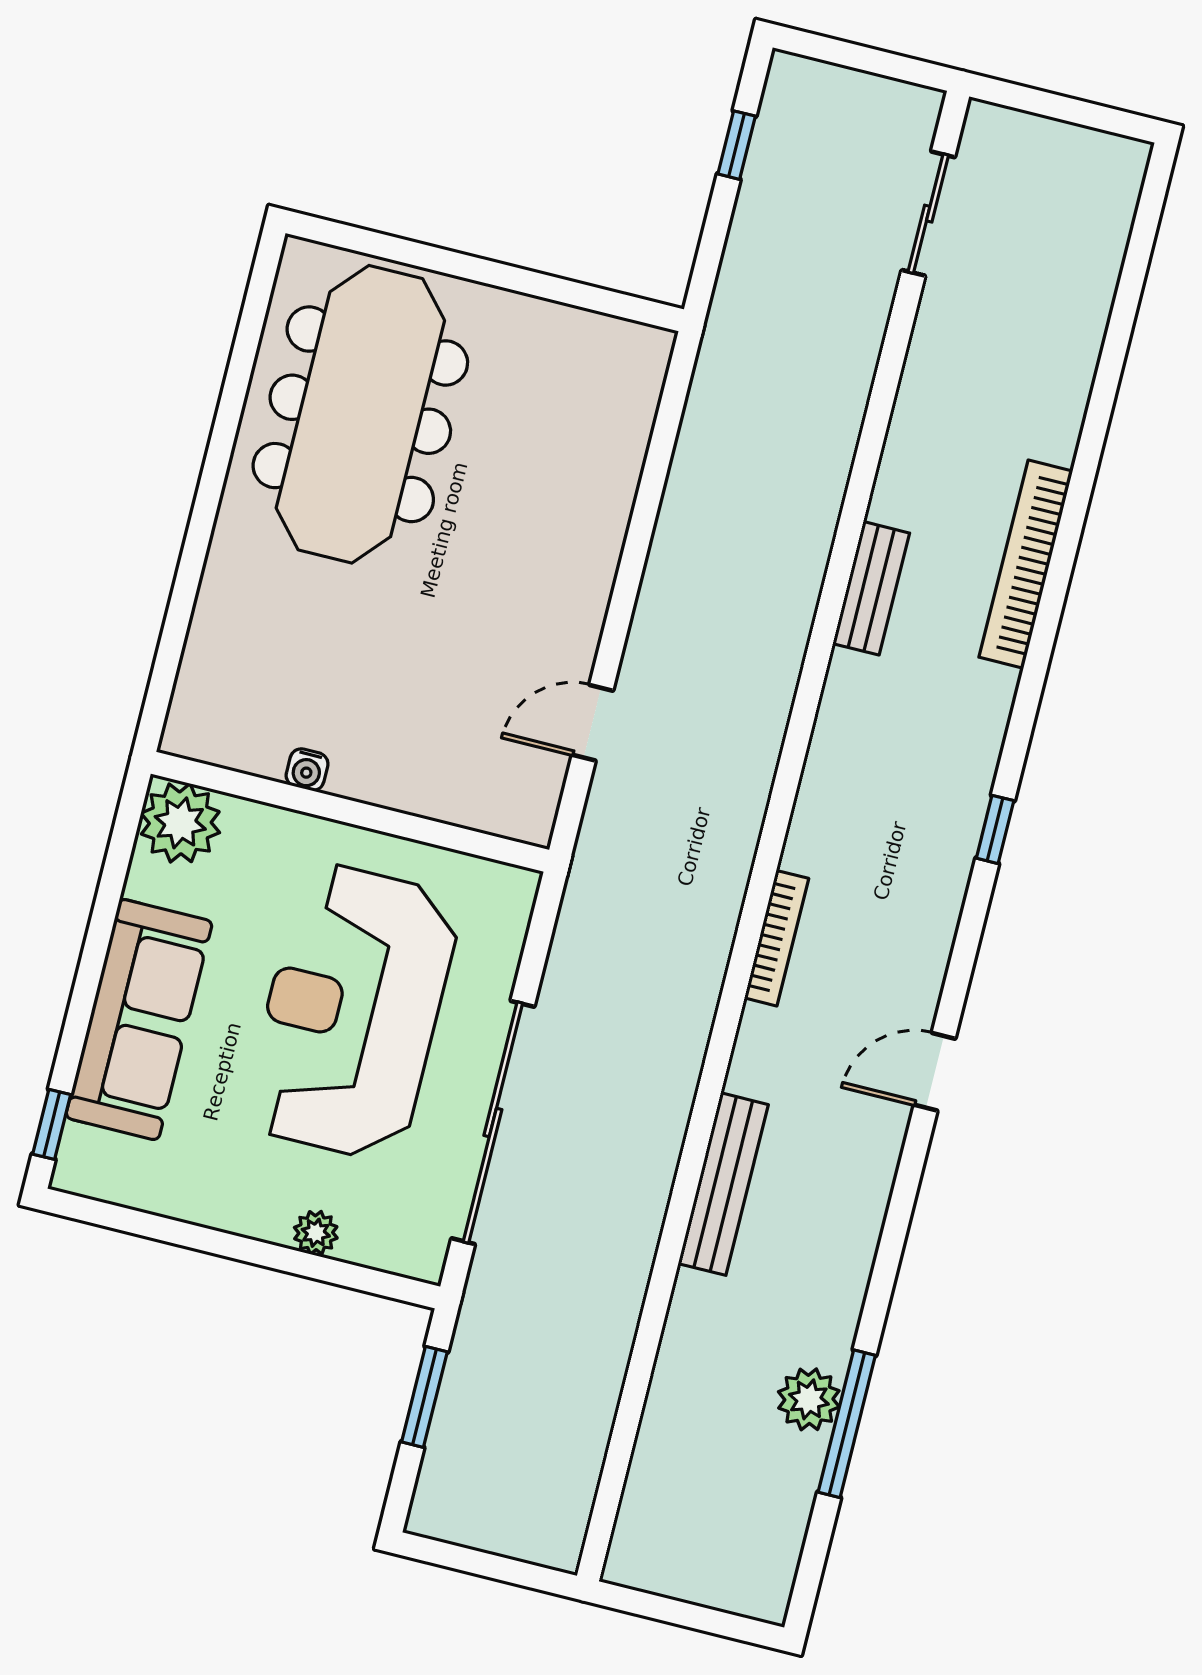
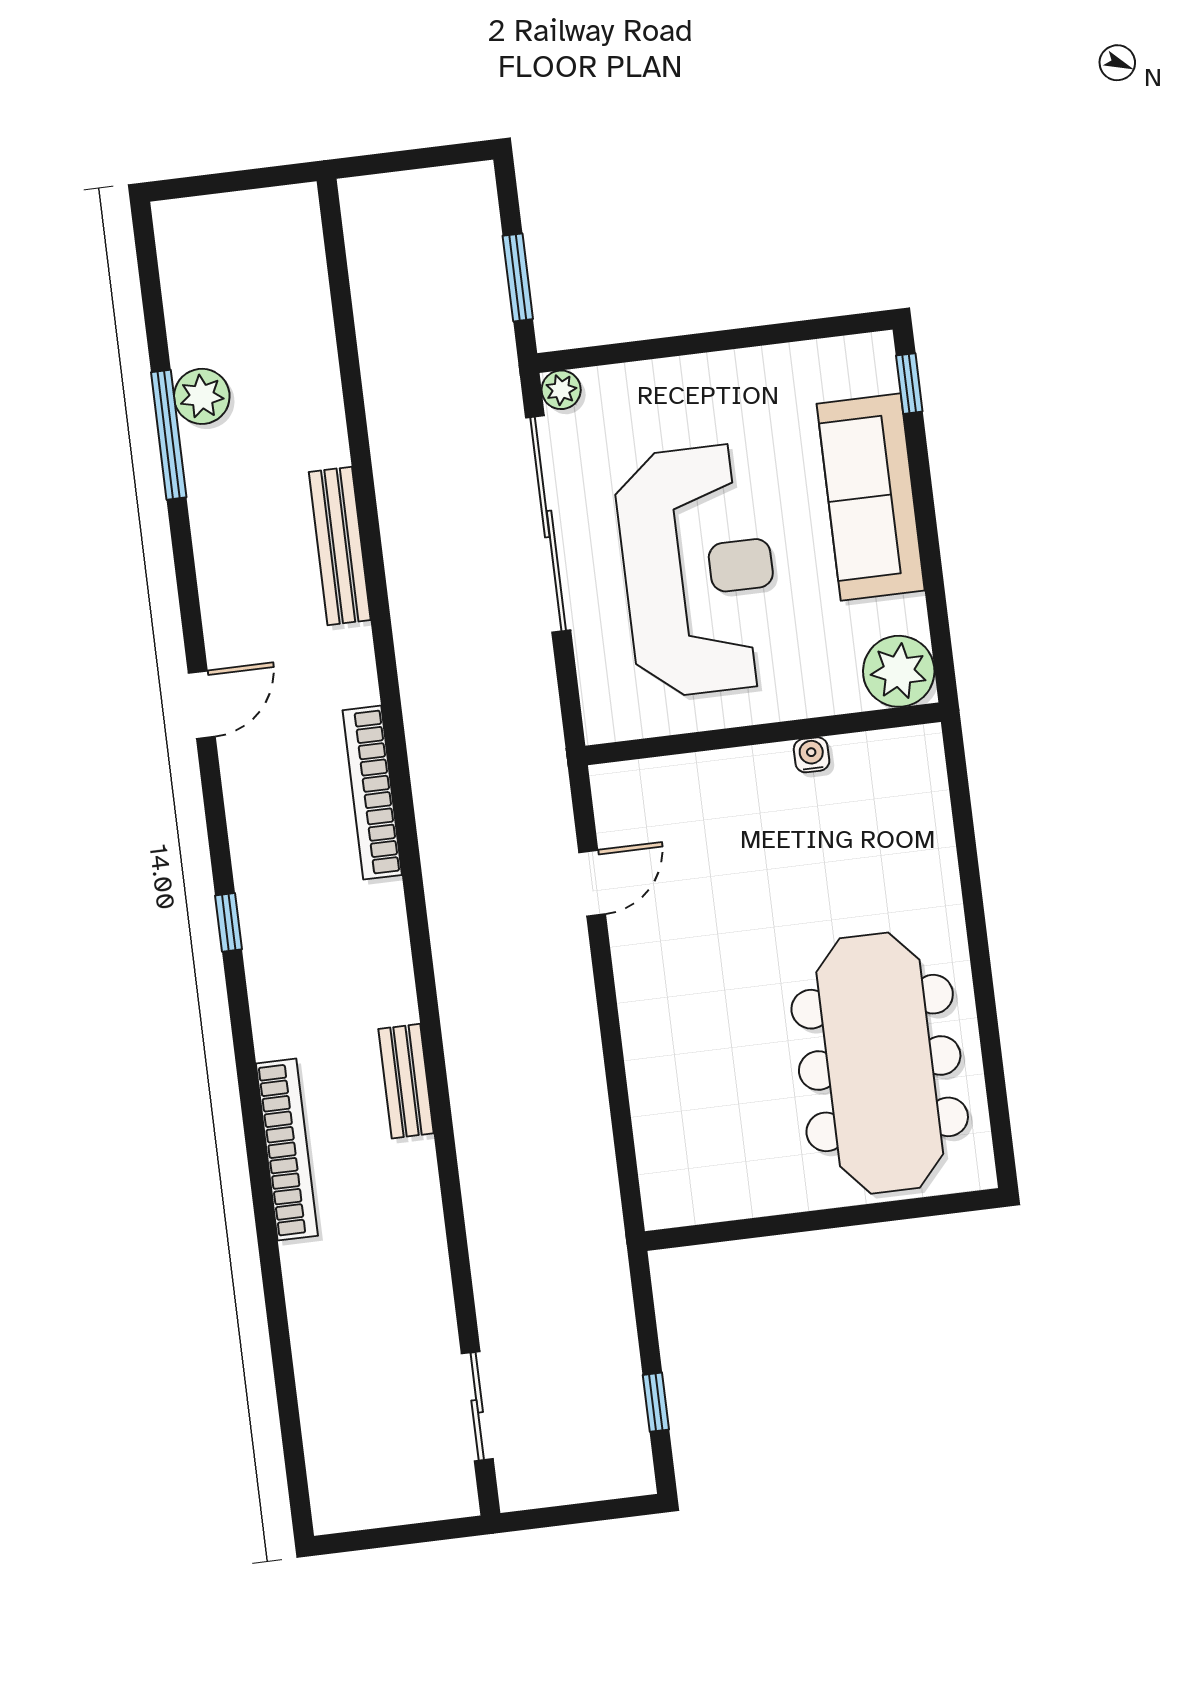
bookcase: (777, 938) -> (372, 793), width x1.48, depth x1.31
plant: (316, 1233) -> (561, 390), moved
window: (847, 1424) -> (169, 435), moved

